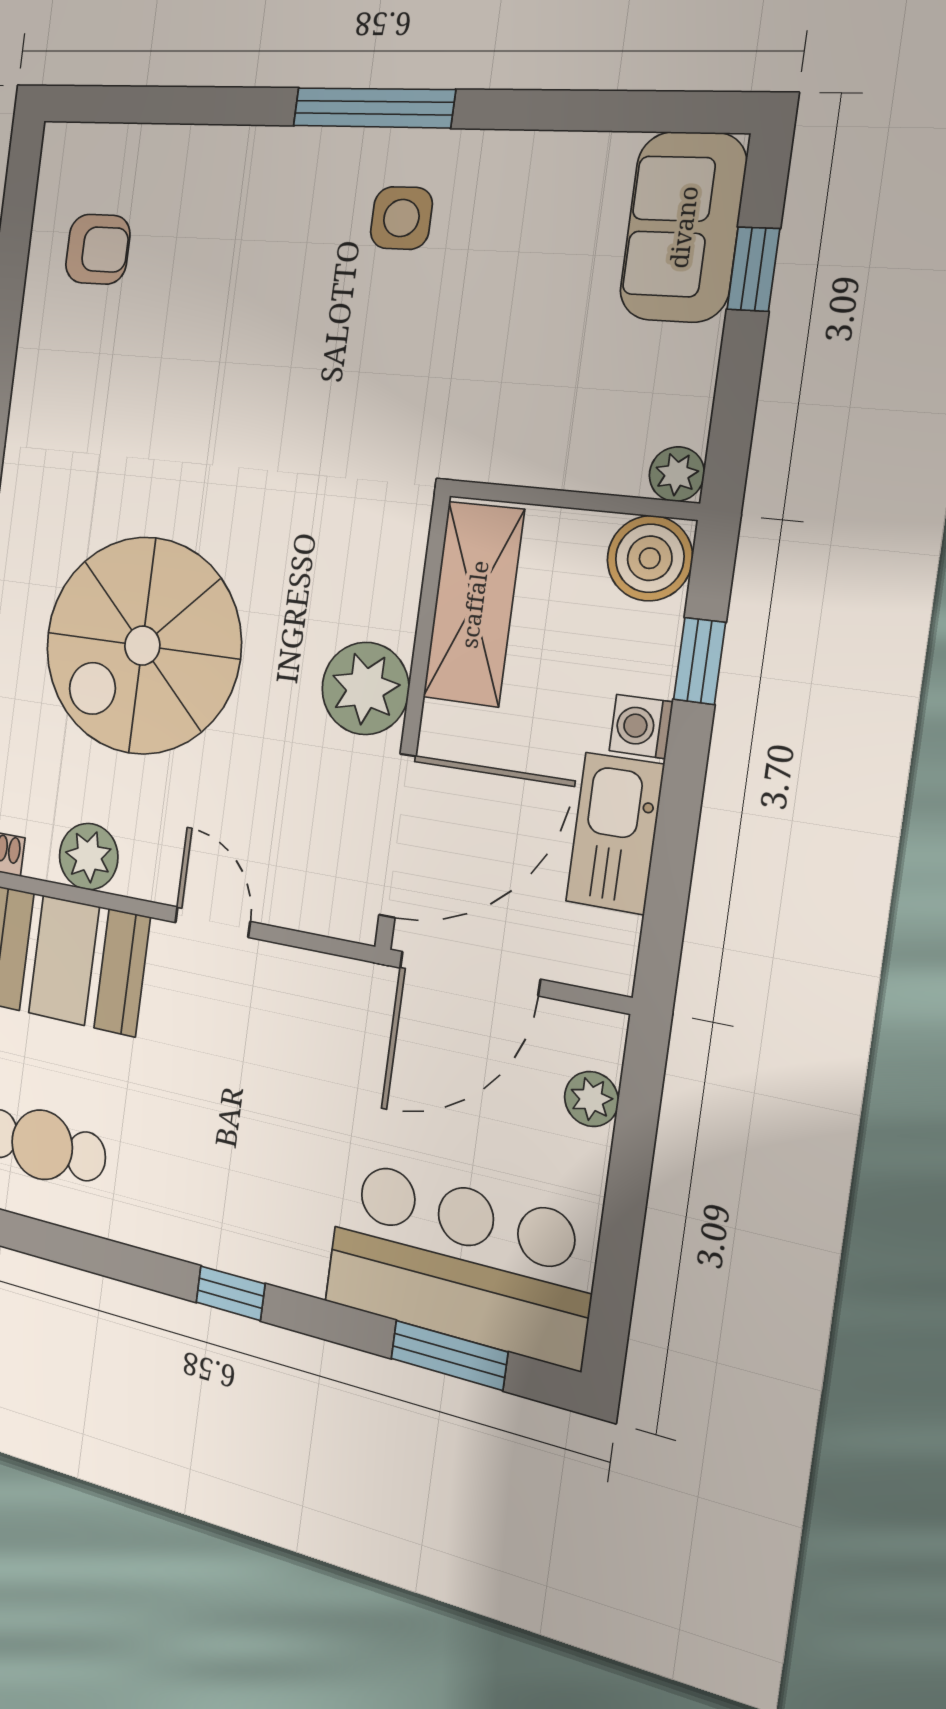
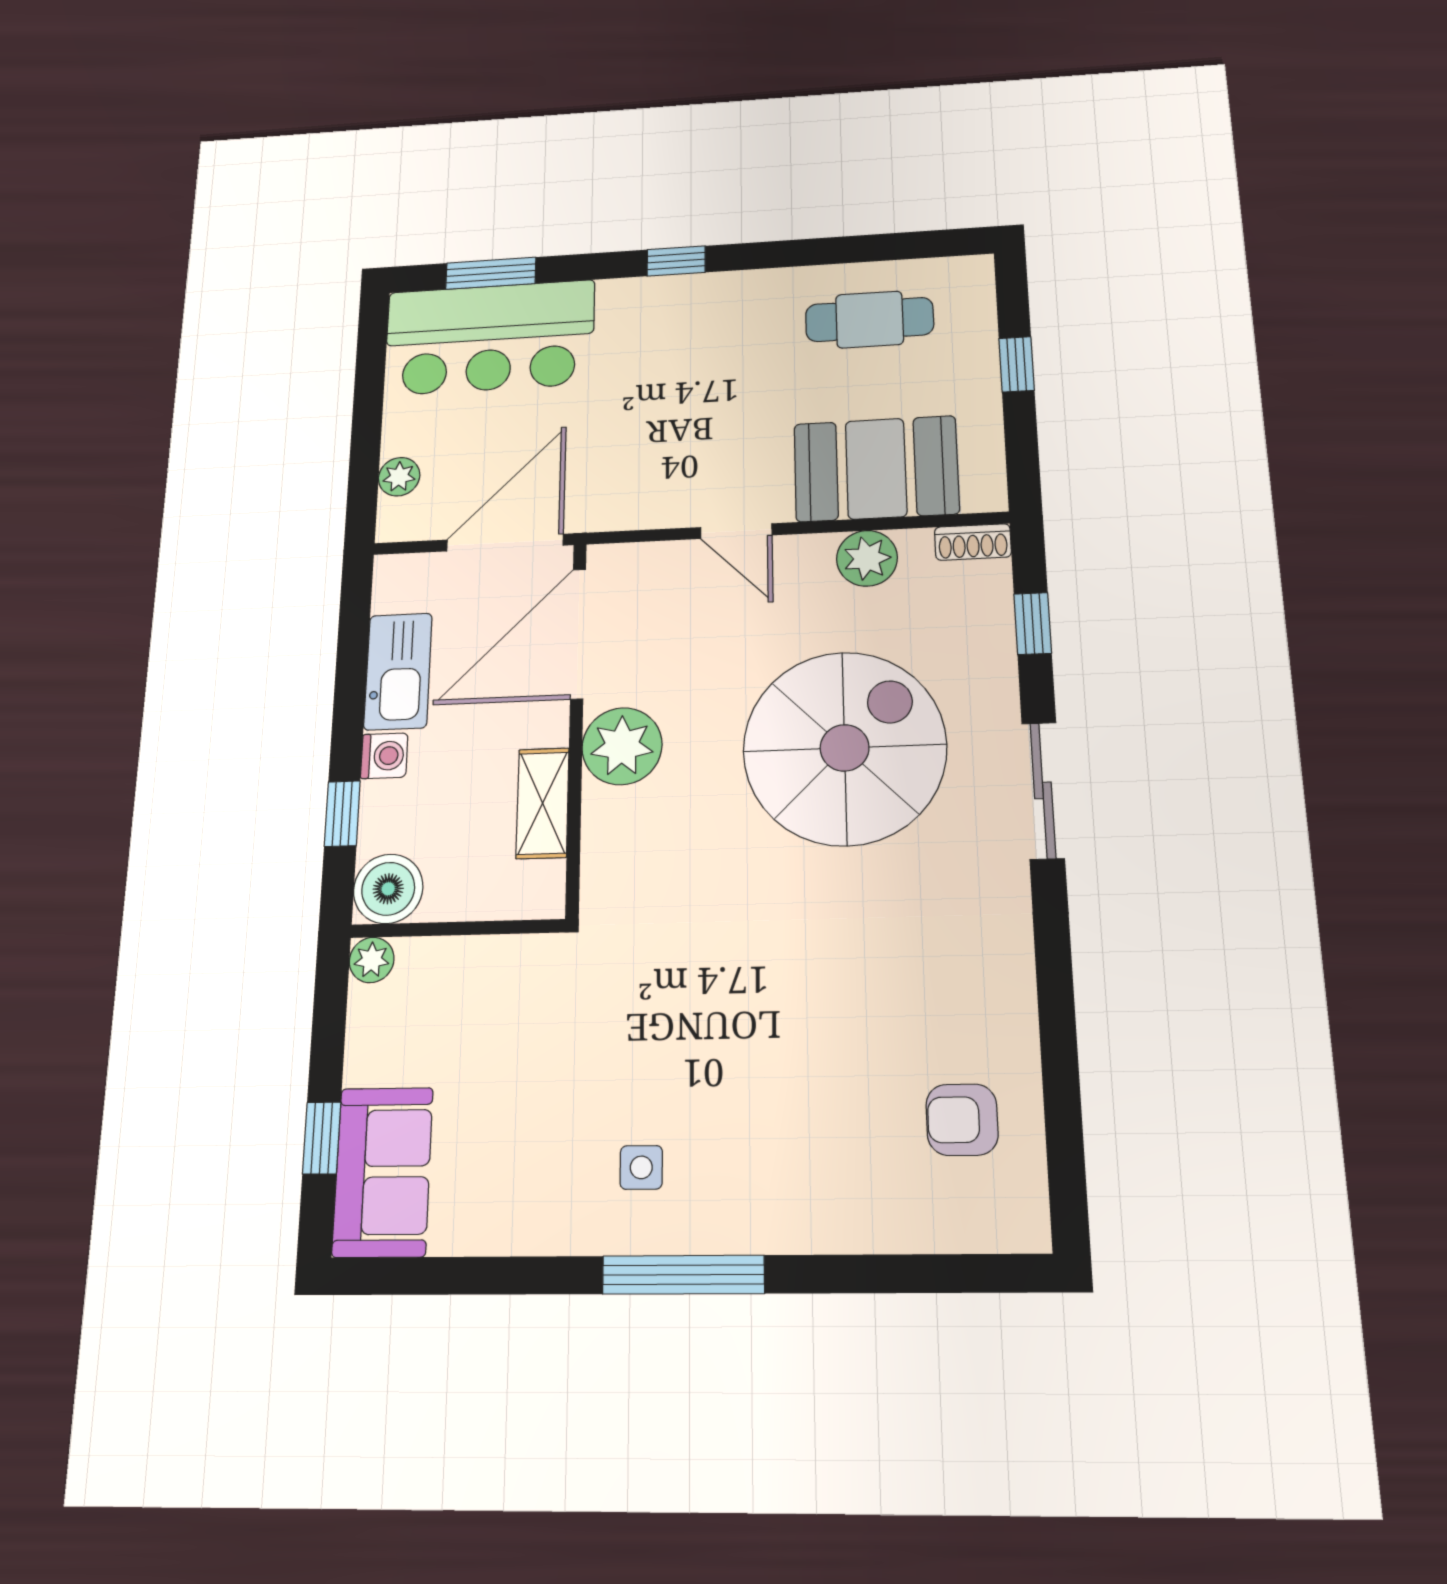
side table: (401, 218) -> (641, 1167), width x0.73, depth x0.73
shelving: (474, 604) -> (543, 803), width x0.67, depth x0.75

